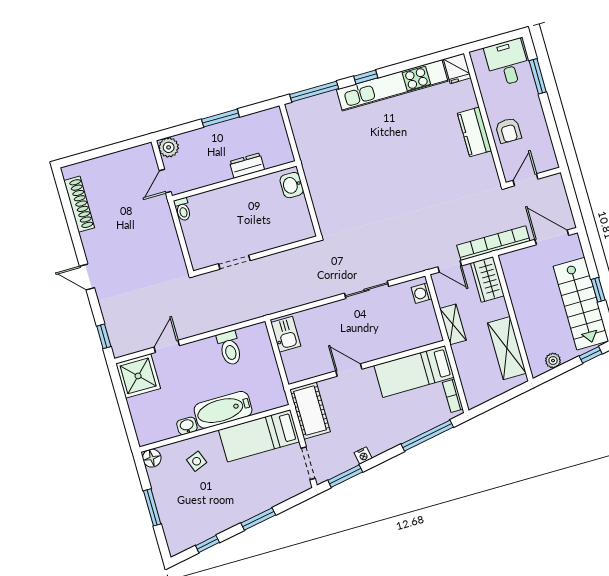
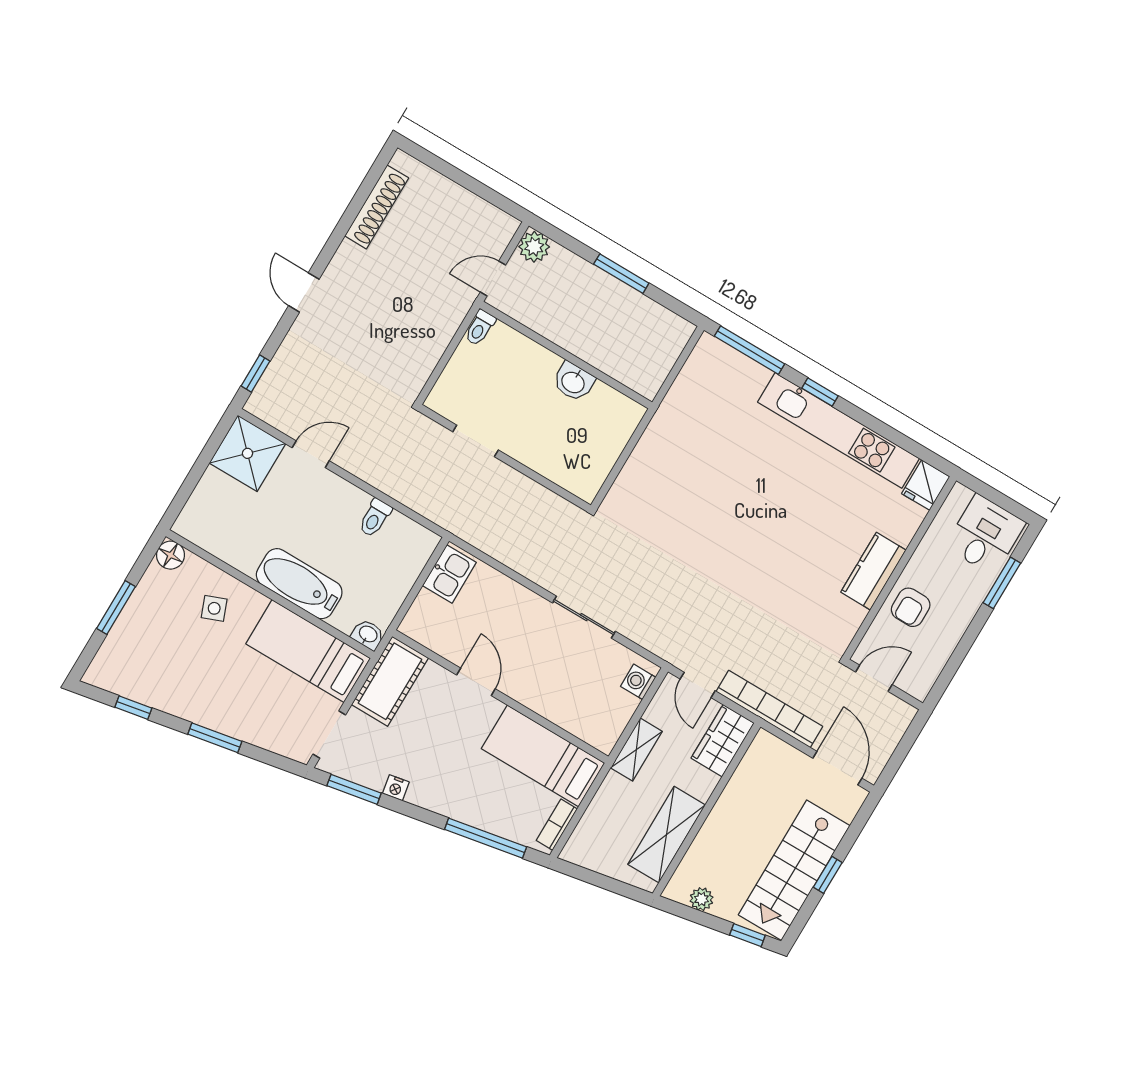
dresser: (247, 166) -> (596, 353), removed
washbasin: (292, 185) -> (573, 382), moved, turned -90
toilet: (230, 348) -> (375, 518), width x0.73, depth x0.72
washbasin: (187, 426) -> (368, 635), moved

